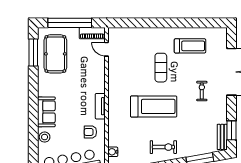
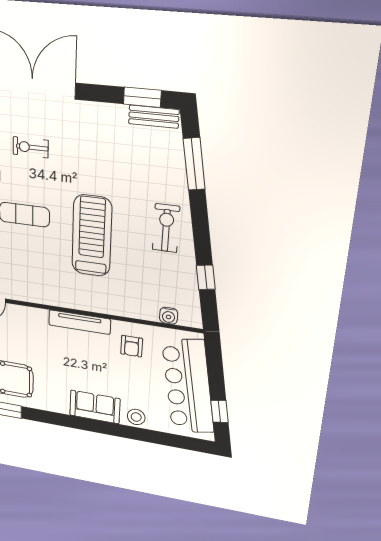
exercise bike: (202, 91) -> (31, 147), moved
tv unit: (100, 106) -> (80, 322), width x1.41

